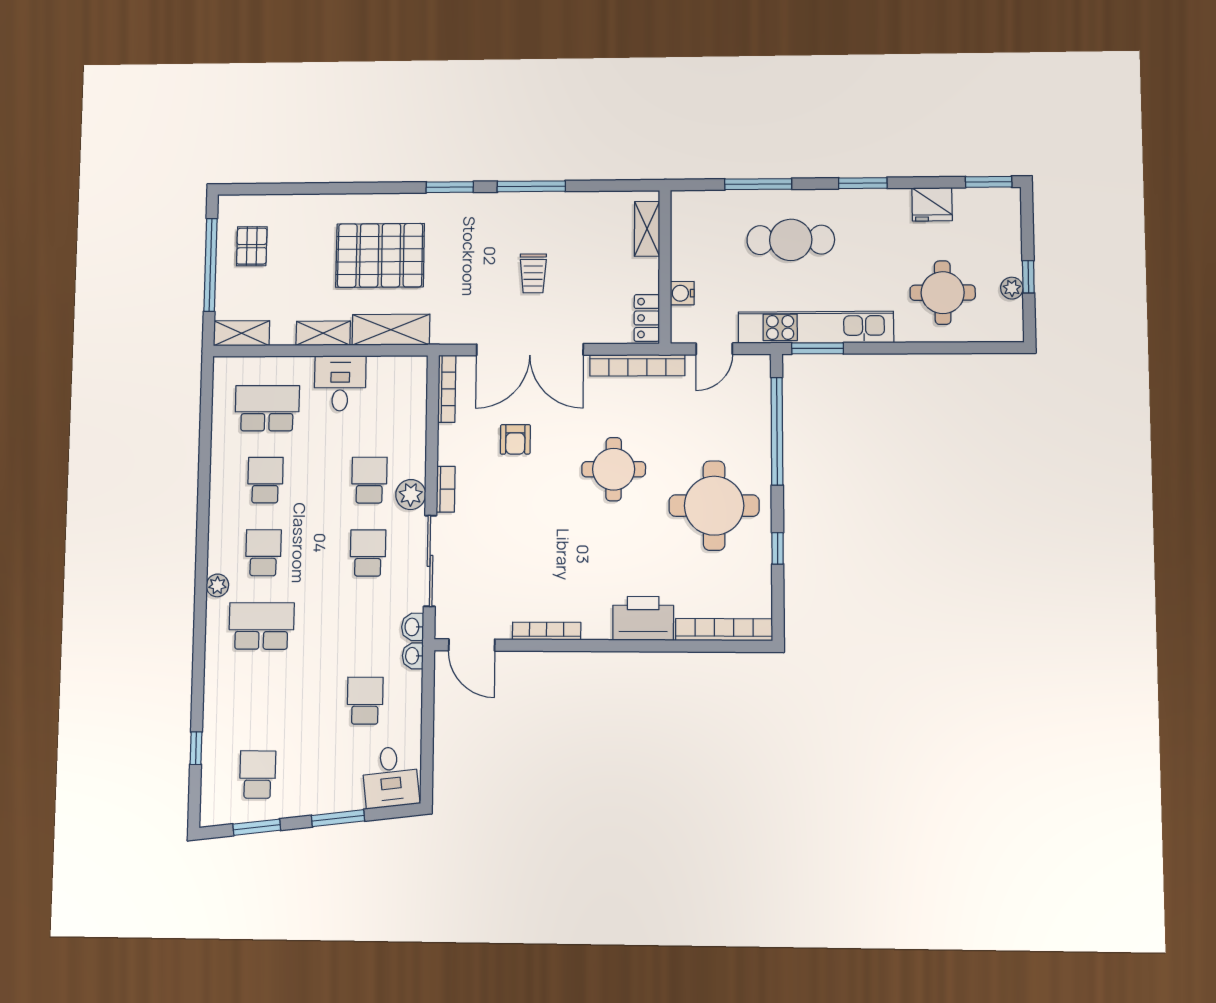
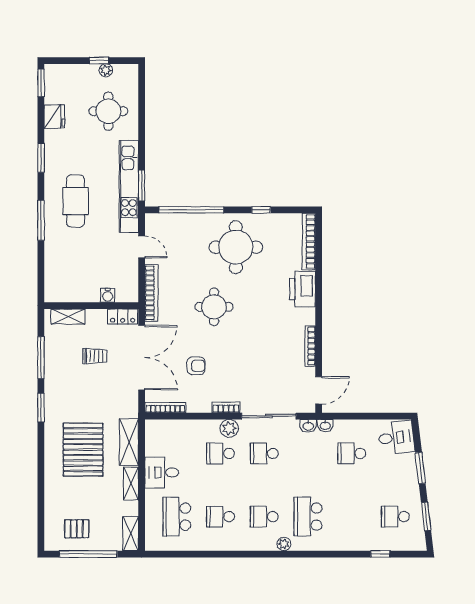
shelving: (647, 229) -> (68, 316), moved
wall: (665, 267) -> (91, 306), moved
water cooler: (682, 293) -> (108, 295), moved
locker: (647, 318) -> (123, 316), moved

